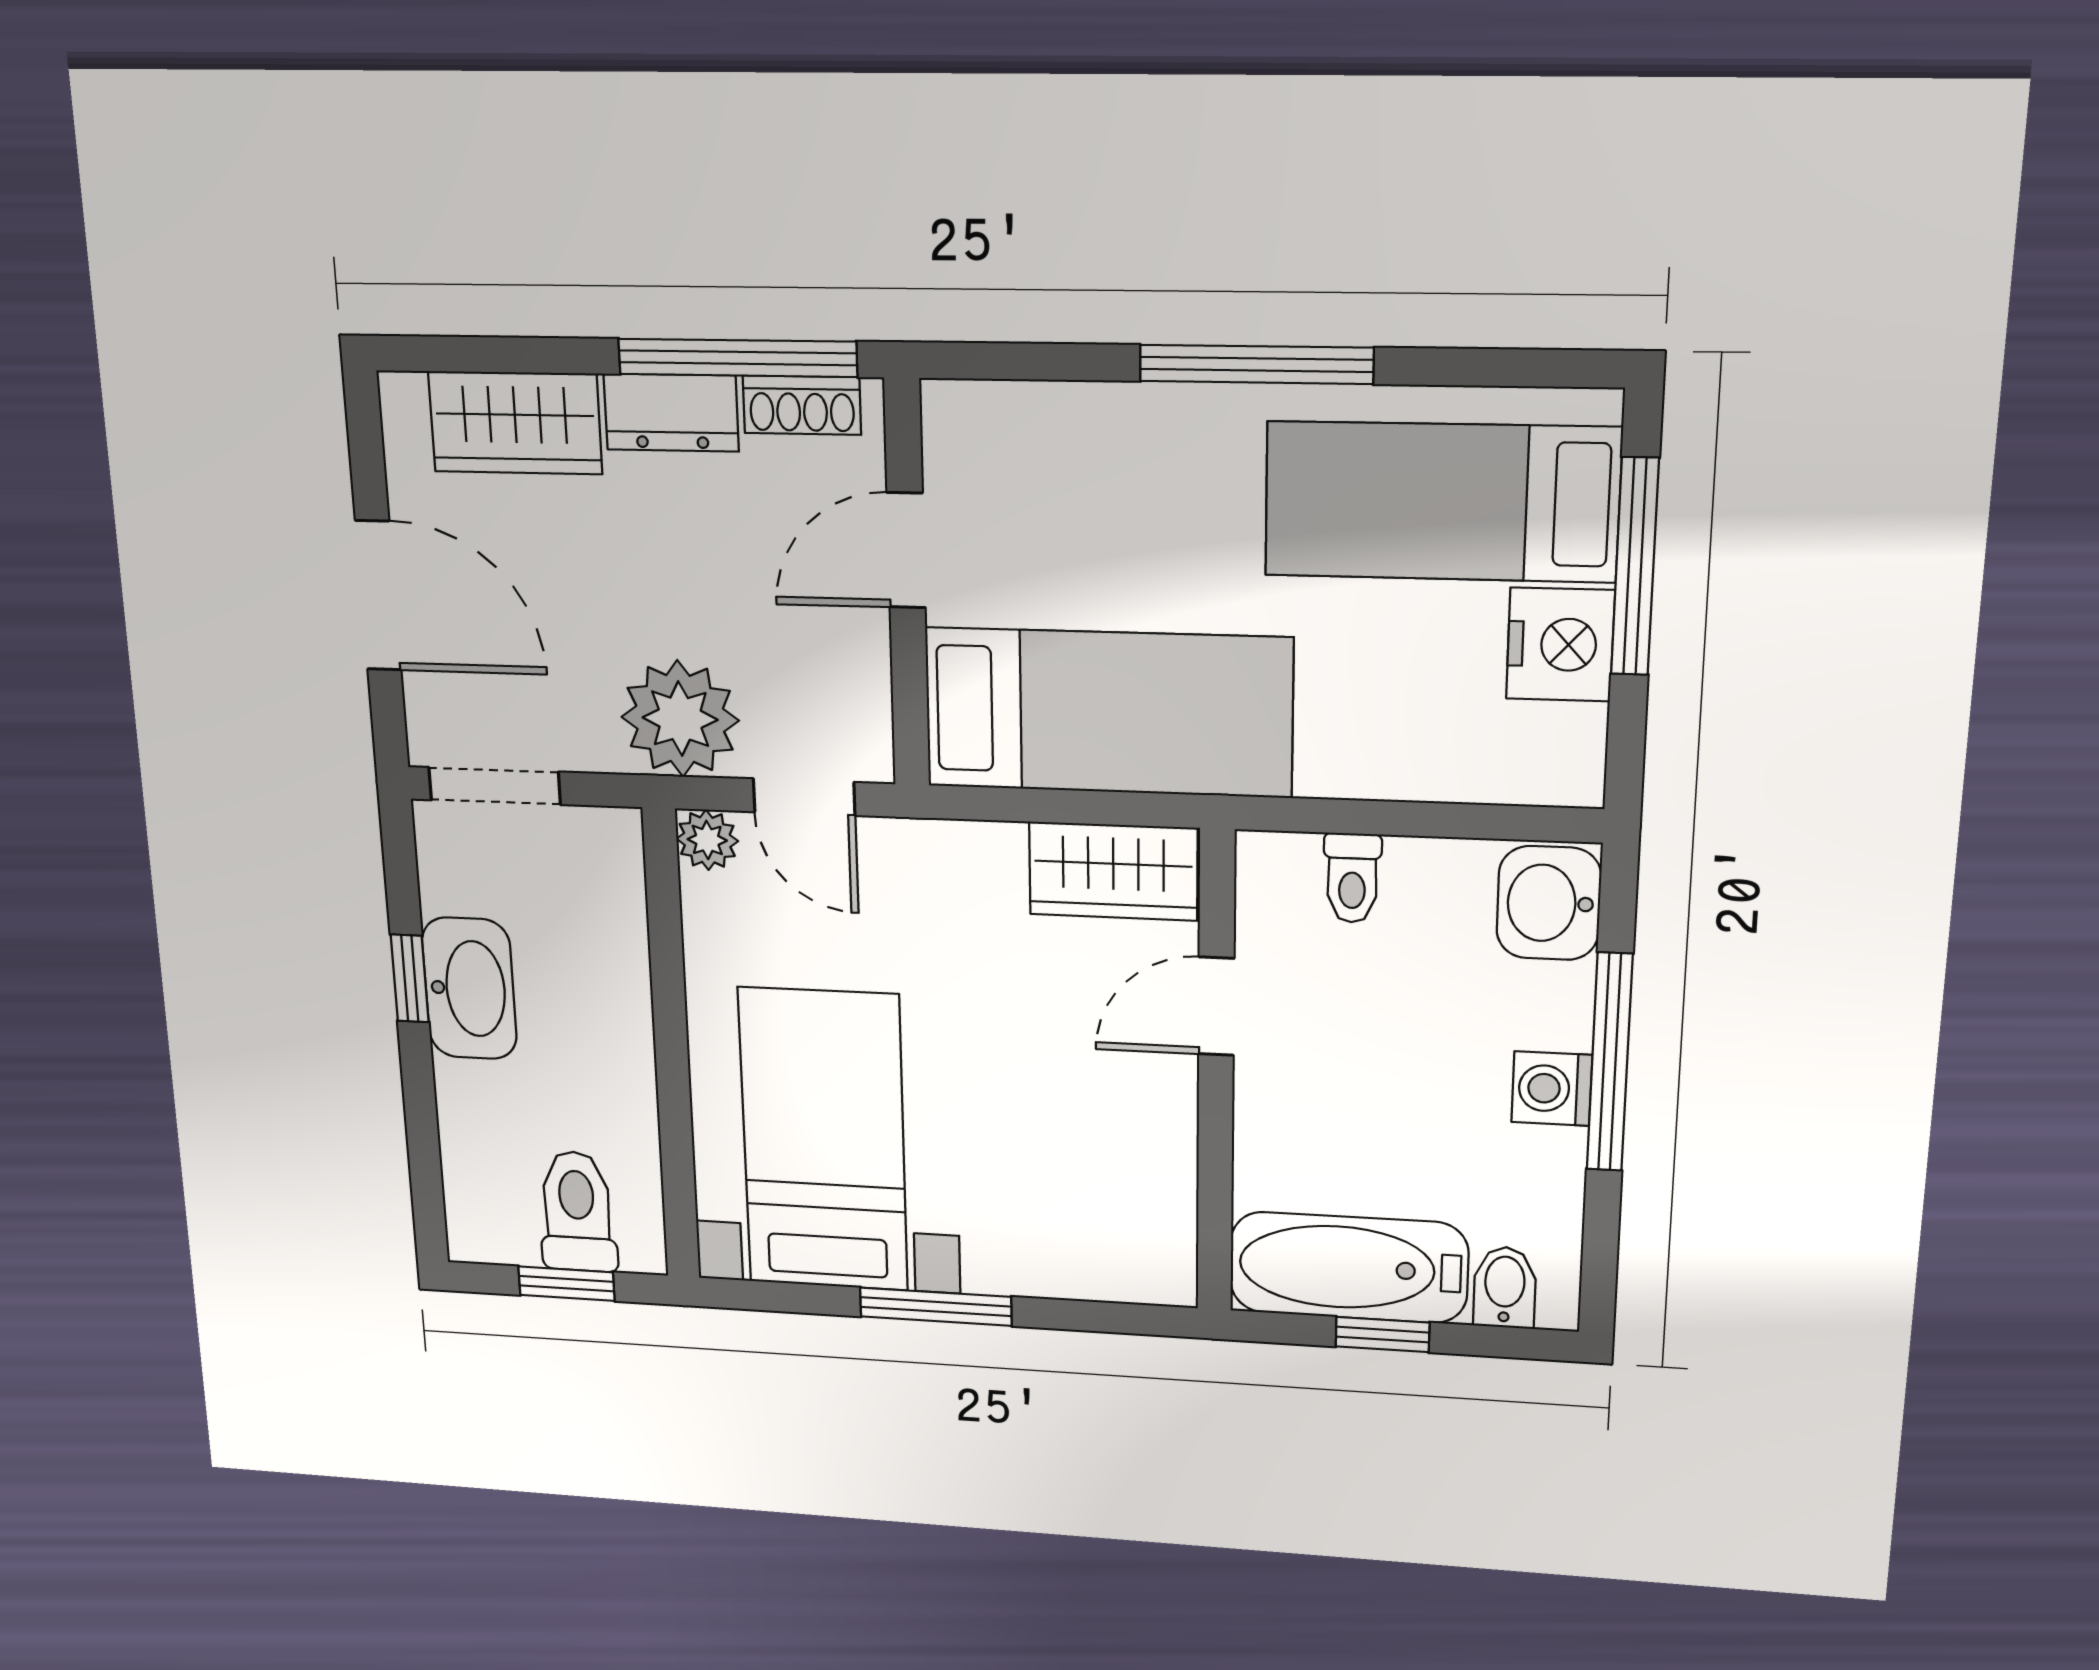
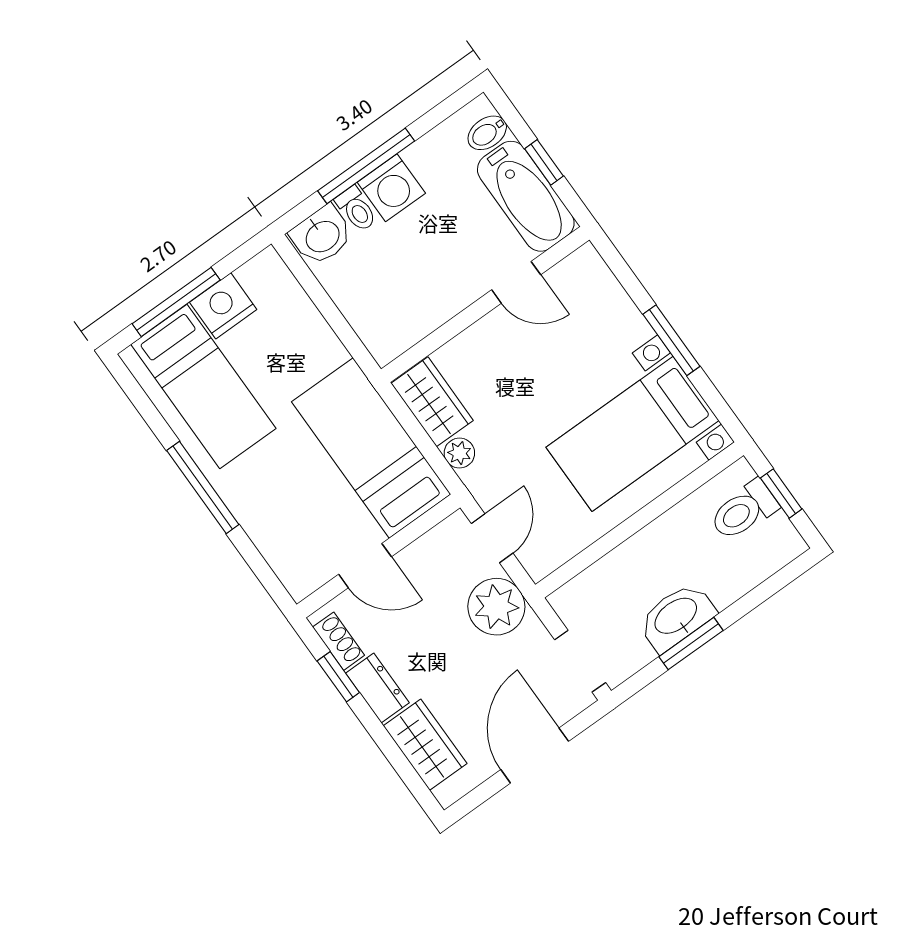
window: (737, 358) -> (338, 677), width x0.46
plant: (707, 840) -> (459, 453), moved
toilet: (1352, 878) -> (356, 209), moved, turned 90
window: (410, 978) -> (691, 644), width x1.50
door: (1216, 1006) -> (516, 282), moved
washing machine: (1552, 1089) -> (391, 188), width x1.38, depth x1.38

